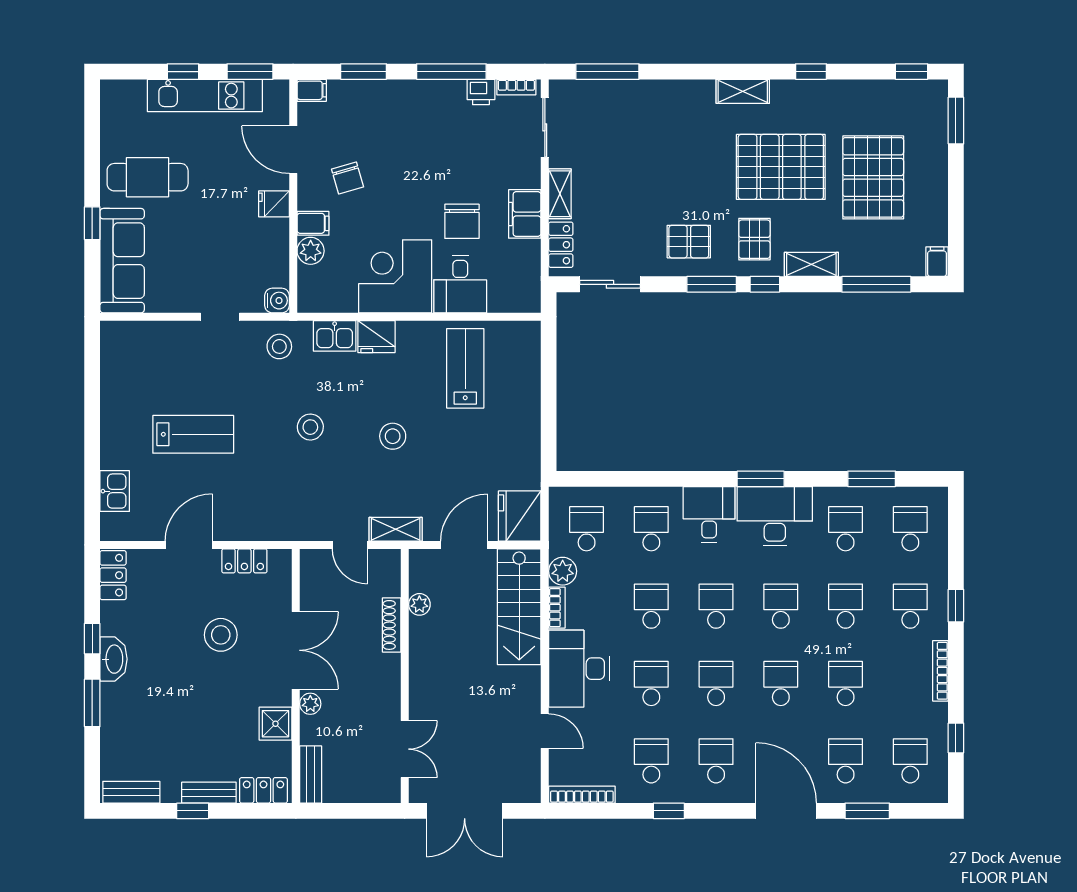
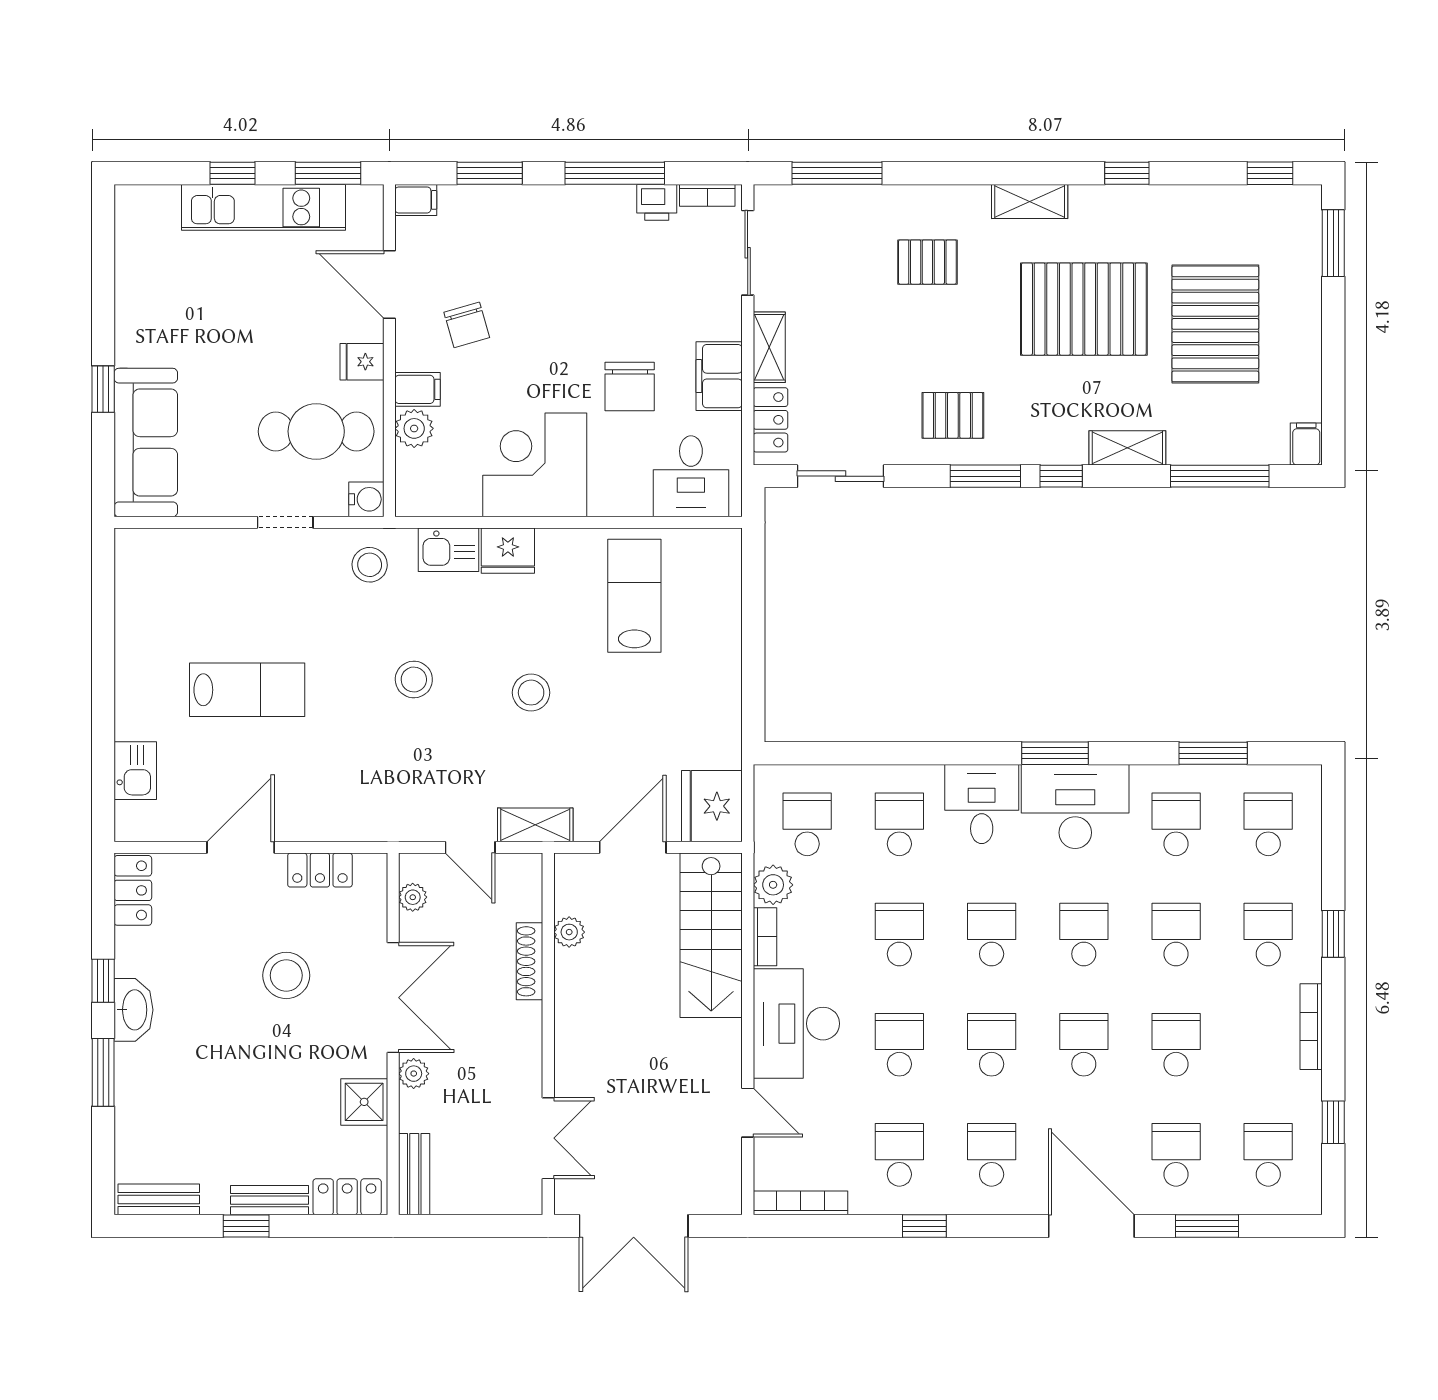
cafe table: (148, 177) -> (316, 431), moved
pallet: (754, 239) -> (927, 262), moved, turned 90
desk: (460, 284) -> (691, 476), moved
plant: (310, 580) -> (413, 897), added

